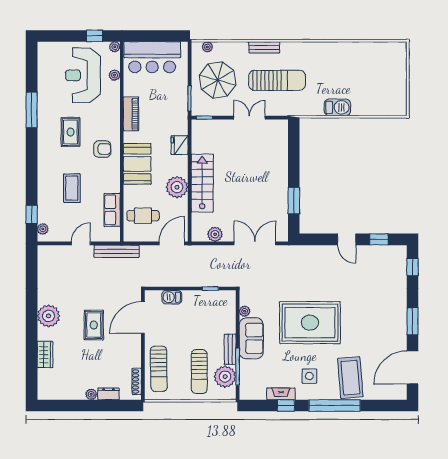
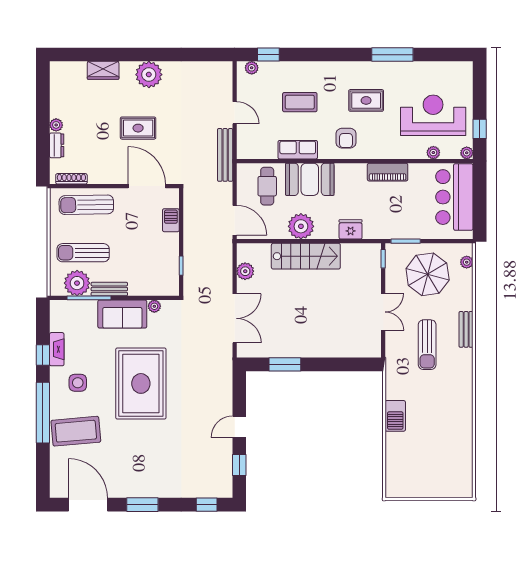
sun lounger: (277, 80) -> (427, 345), width x0.73, depth x0.75
booth: (137, 164) -> (310, 179), moved
row of seats: (112, 210) -> (298, 150), moved

